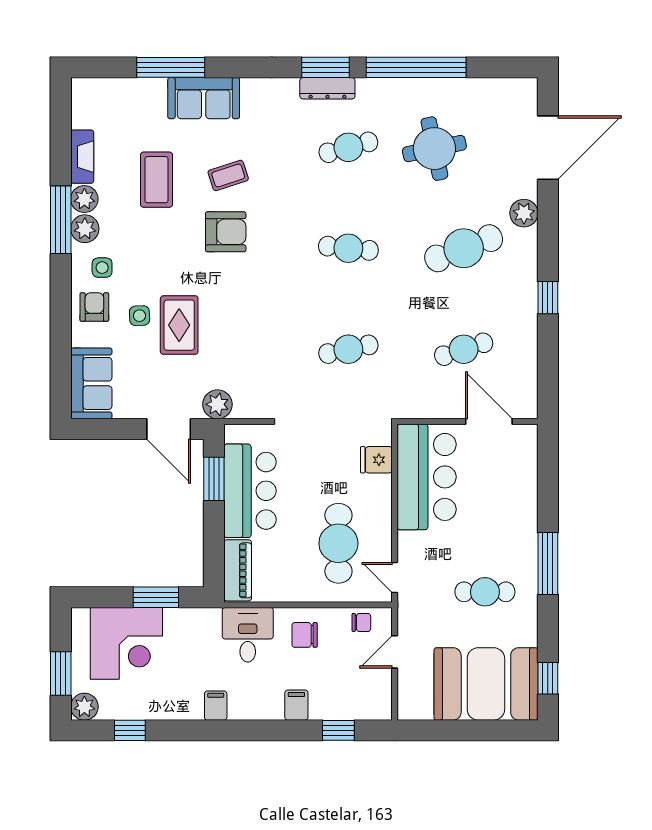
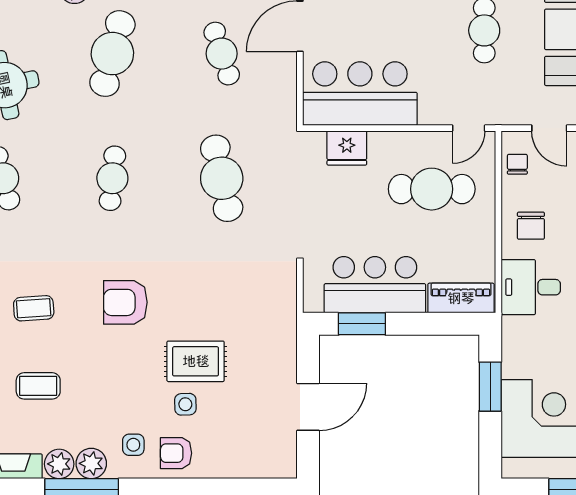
coffee table: (228, 175) -> (34, 308), turned -76
coffee table: (156, 180) -> (38, 386), width x0.73, depth x0.77
armchair: (226, 232) -> (125, 302), moved, turned -90
cafe table: (464, 248) -> (112, 54), turned 36
cafe table: (348, 349) -> (222, 178), width x1.37, depth x1.35
sofa: (91, 383) -> (259, 456), removed
plant: (217, 404) -> (281, 320), removed
door: (169, 429) -> (308, 407), moved
fridge: (376, 460) -> (347, 148), width x1.38

